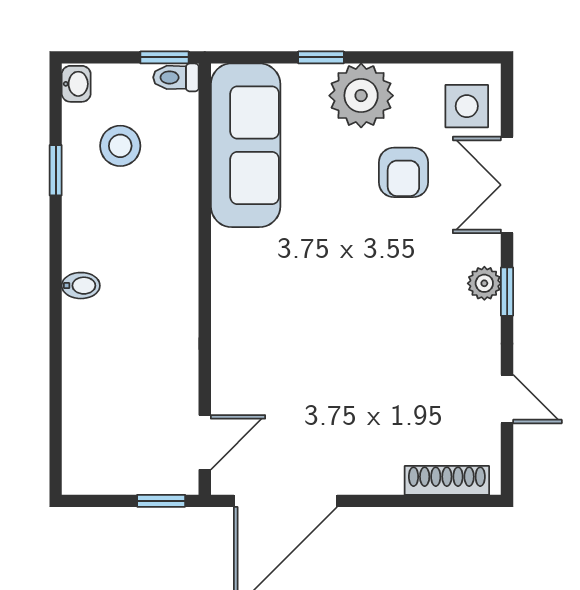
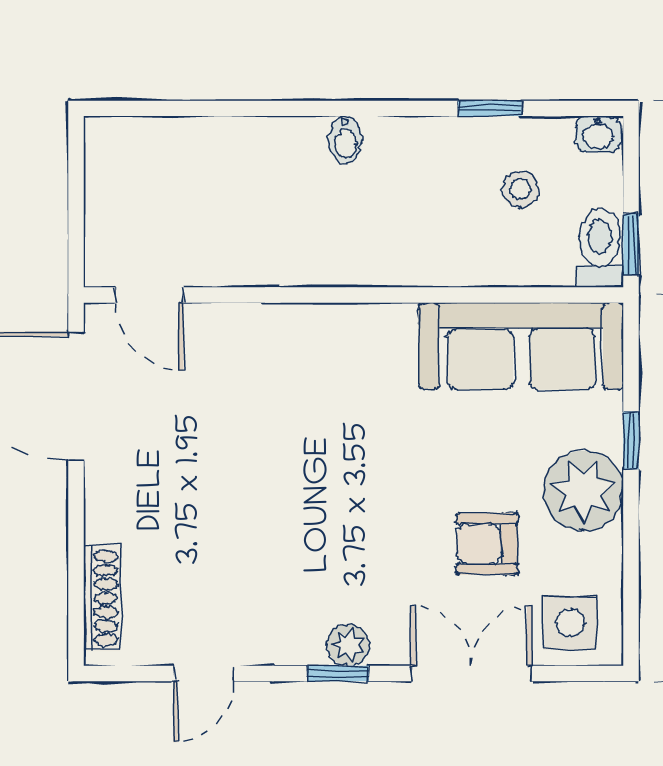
toilet: (176, 77) -> (600, 248), width x1.37, depth x1.39
stool: (120, 146) -> (520, 189), width x0.73, depth x0.73
window: (161, 501) -> (76, 240), removed

